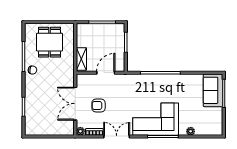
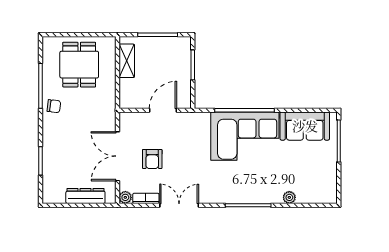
shelving: (81, 59) -> (127, 61), moved
sofa: (213, 90) -> (305, 126), moved, turned -90
armchair: (99, 105) -> (152, 159), turned -90
corner sofa: (156, 119) -> (245, 136), moved, turned 180
dresser: (54, 130) -> (85, 196), added

